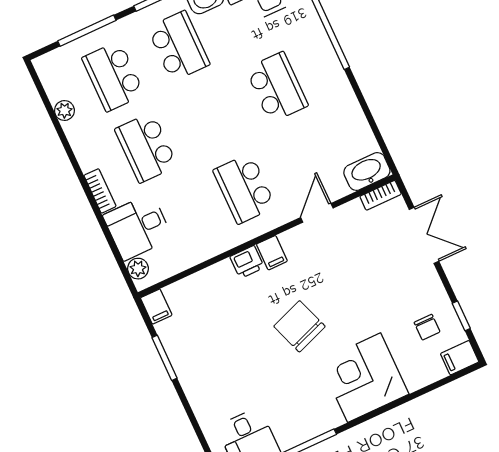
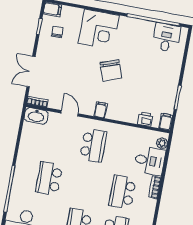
school desk: (146, 148) -> (122, 192), turned 180
door: (317, 213) -> (70, 113), swing flipped
printer: (247, 262) -> (145, 119), moved

